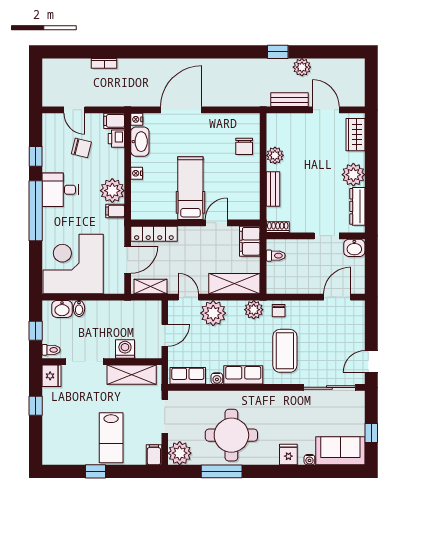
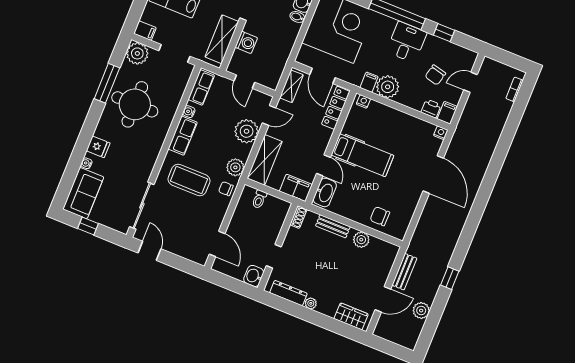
bookcase: (104, 63) -> (514, 89), moved
plant: (302, 67) -> (421, 311), moved
washbasin: (140, 142) -> (325, 192), moved, turned -90
nightstand: (137, 173) -> (363, 101), moved
plant: (353, 175) -> (311, 303), width x0.53, depth x0.53
toilet: (276, 256) -> (259, 199), moved

